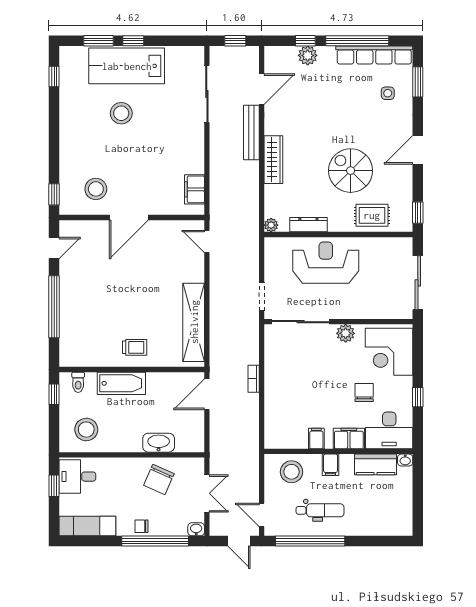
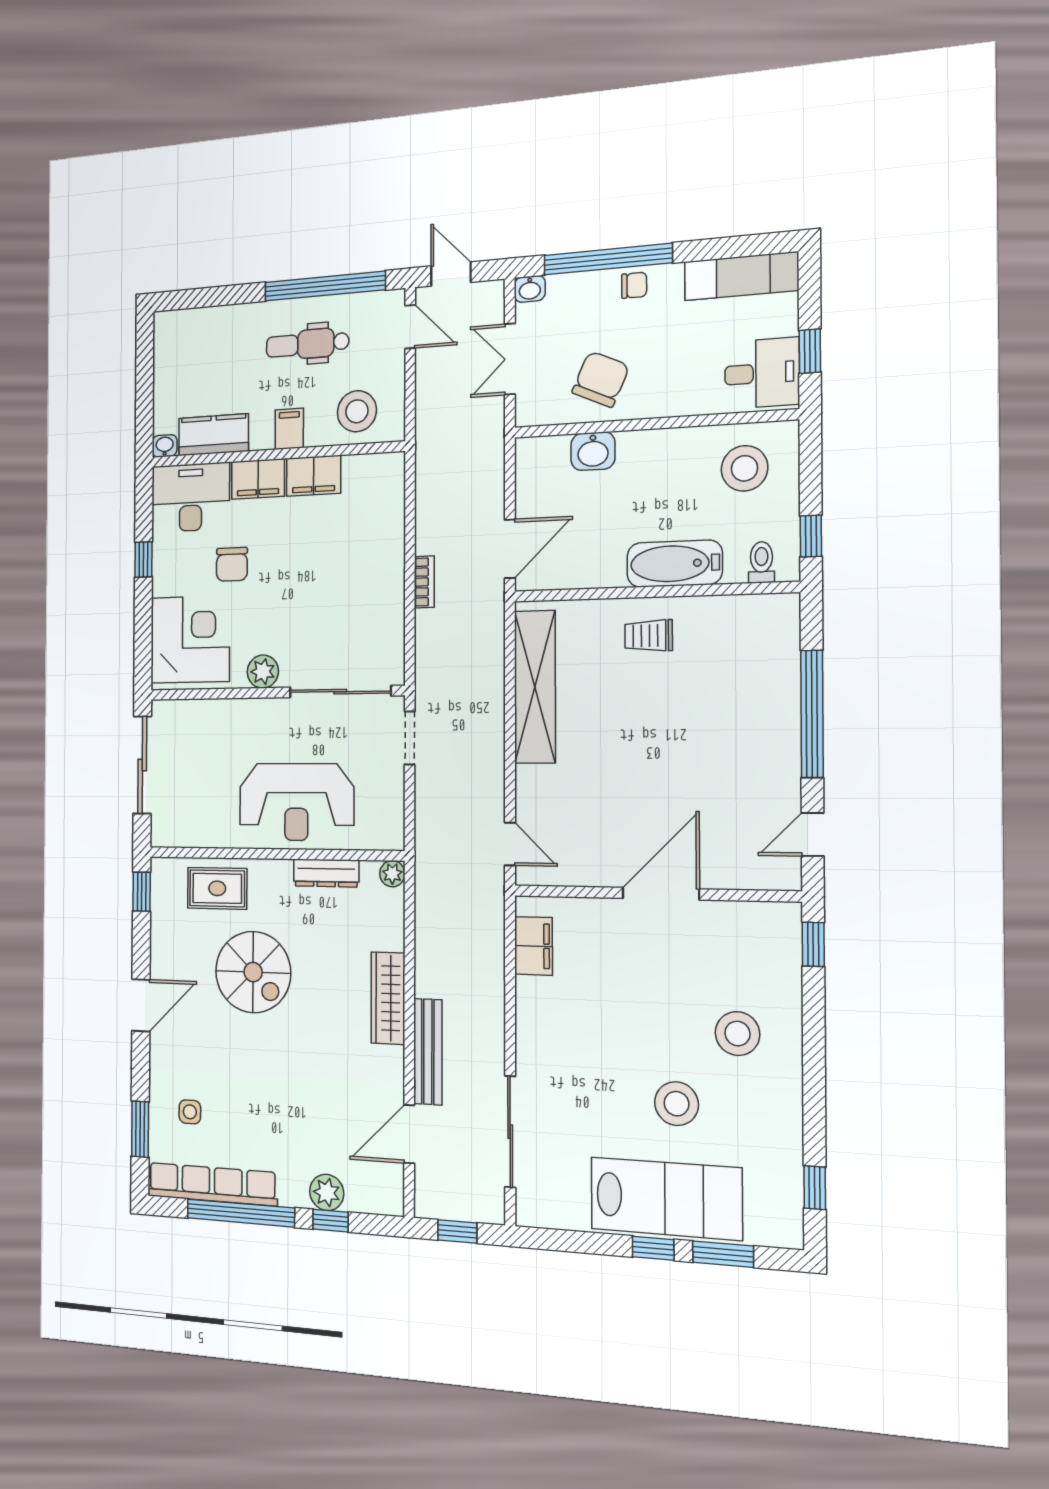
stool: (96, 189) -> (737, 1034), moved
filing cabinet: (316, 438) -> (314, 476), width x2.00
washbasin: (159, 443) -> (593, 451), width x0.72

